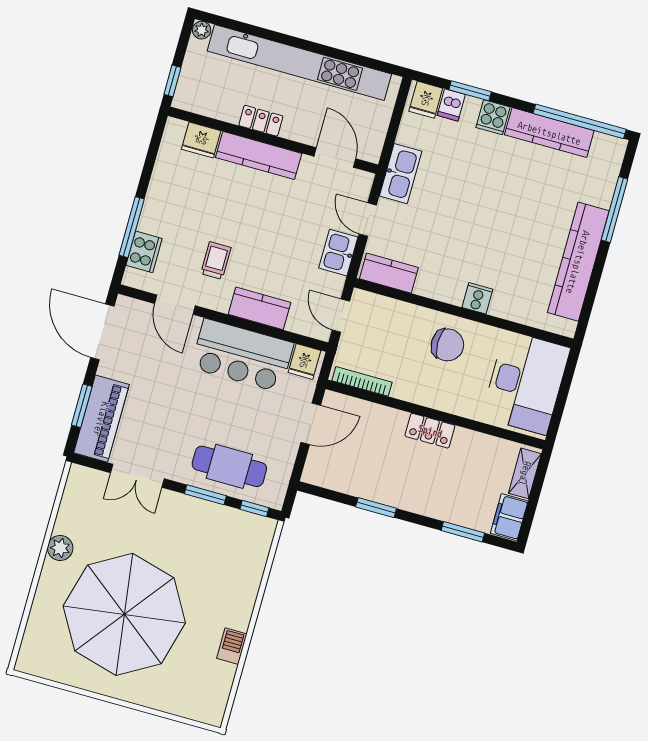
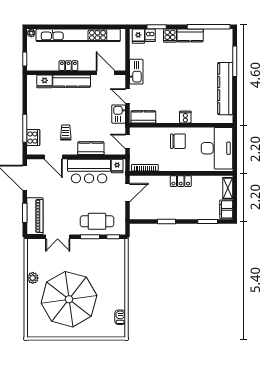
kitchen counter: (549, 133) -> (190, 35), width x0.67
barbecue: (232, 646) -> (120, 317), moved

